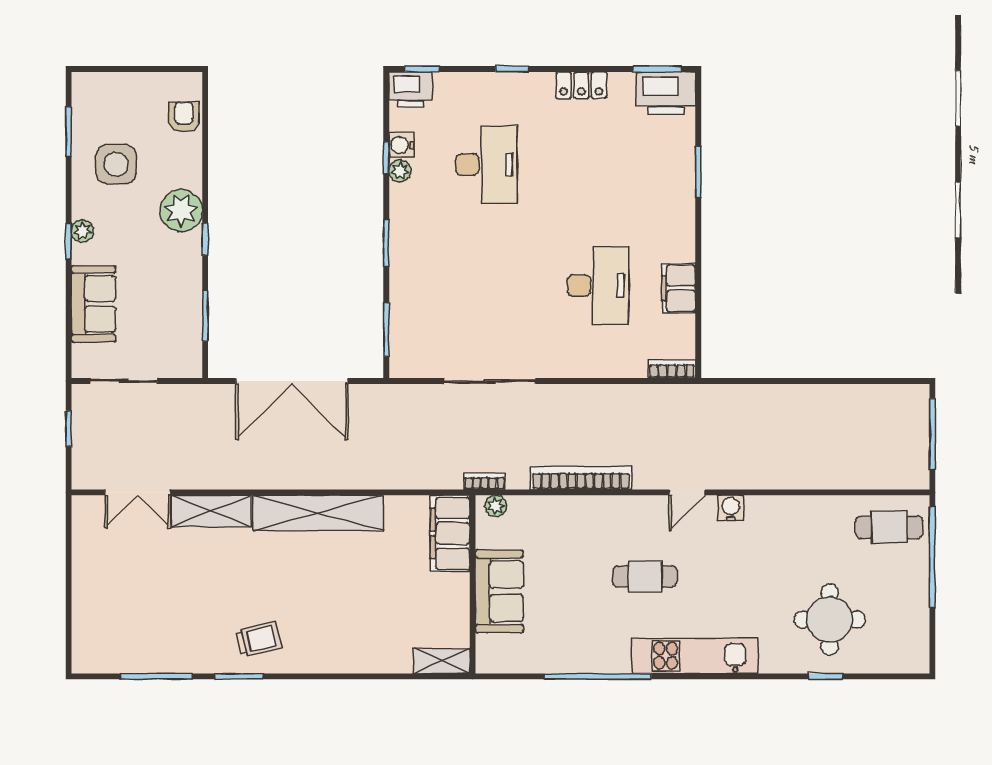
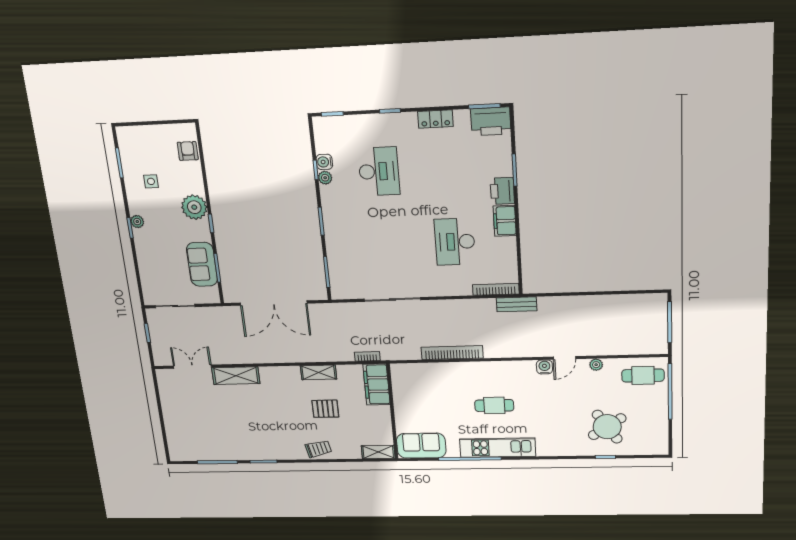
printer: (411, 90) -> (502, 191), moved, turned 90
side table: (116, 164) -> (151, 181), width x0.54, depth x0.54
desk: (598, 286) -> (455, 242), turned 180
filing cabinet: (679, 288) -> (505, 221), moved
sofa: (94, 304) -> (202, 264), moved, turned 180
bookcase: (672, 369) -> (496, 289), width x1.56
bench: (691, 396) -> (517, 304), added
bookcase: (485, 481) -> (367, 356), moved
double door: (138, 492) -> (192, 367), swing flipped
door: (687, 492) -> (564, 358), moved
plant: (496, 506) -> (596, 365), moved
shelving: (318, 513) -> (319, 372), width x0.45, depth x0.75
pallet: (358, 577) -> (325, 409), added
sofa: (499, 591) -> (421, 446), moved, turned -90
round table: (830, 619) -> (607, 427), turned -34
trolley: (259, 639) -> (318, 449), moved
kitchen unit: (695, 656) -> (498, 448), moved

